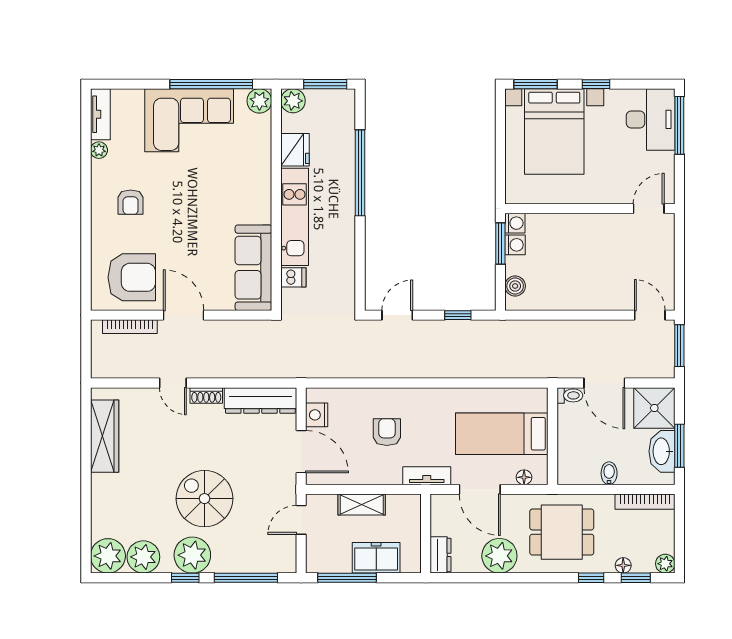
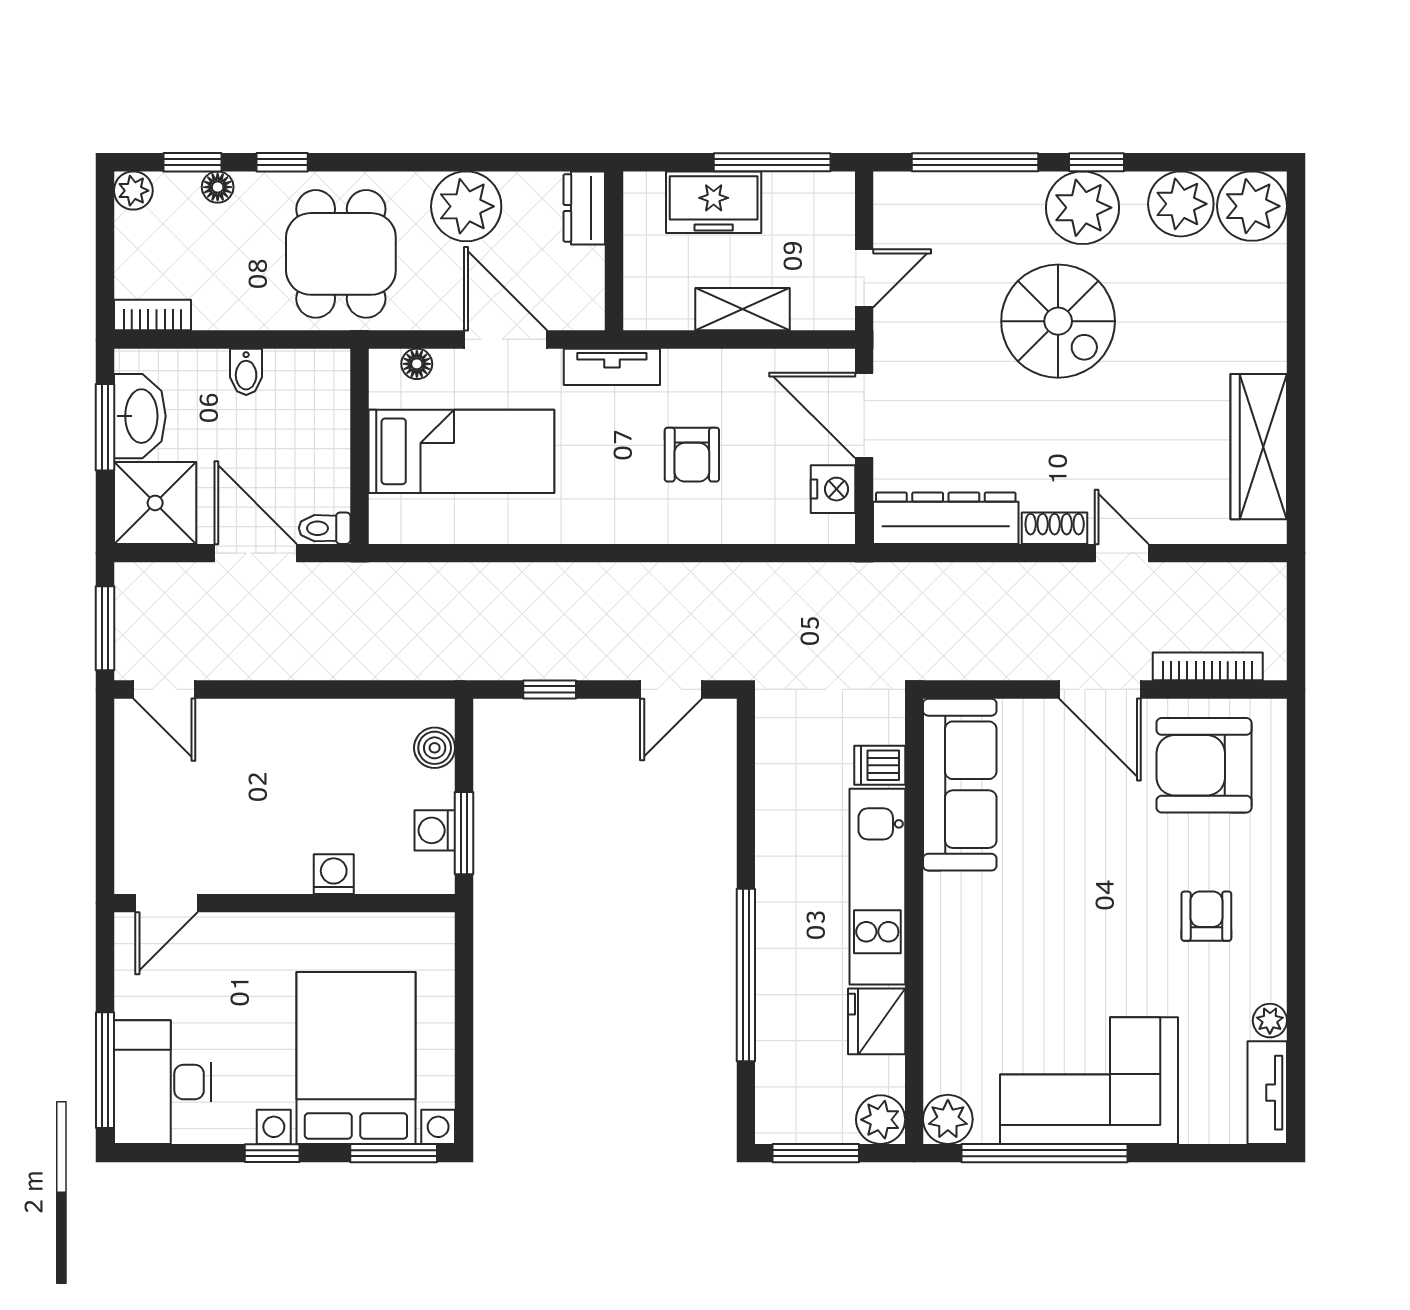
washing machine: (515, 223) -> (334, 874), moved, turned 90
bookcase: (645, 502) -> (152, 315), width x0.64
dining table: (562, 532) -> (341, 254), turned 90

